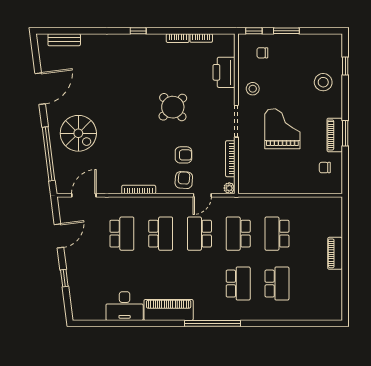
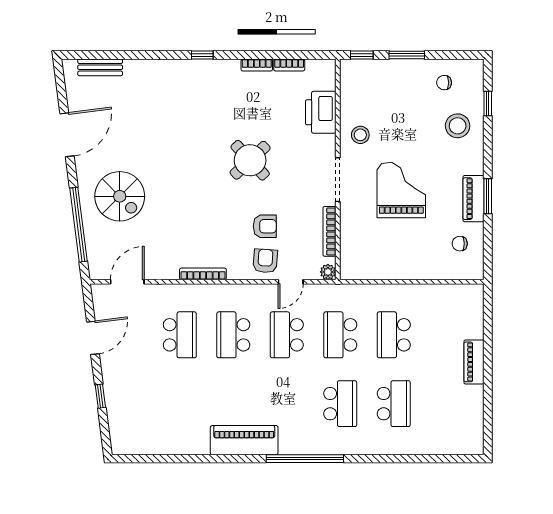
chair: (262, 53) -> (444, 83), moved
school desk: (161, 234) -> (233, 335), turned 180
desk: (125, 306) -> (183, 435), removed

